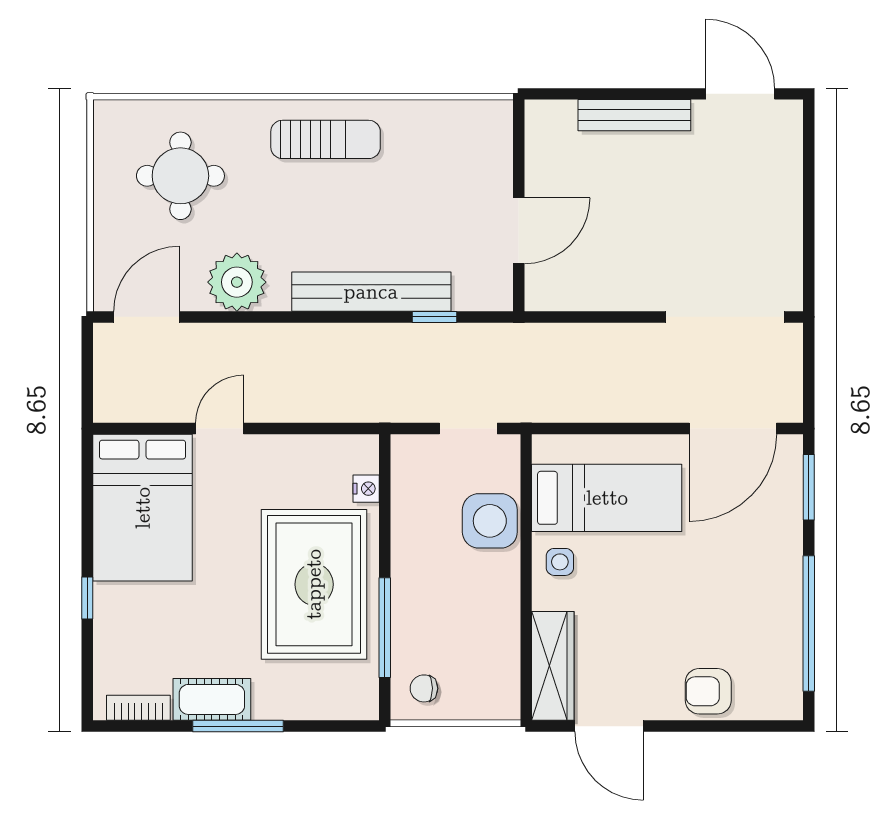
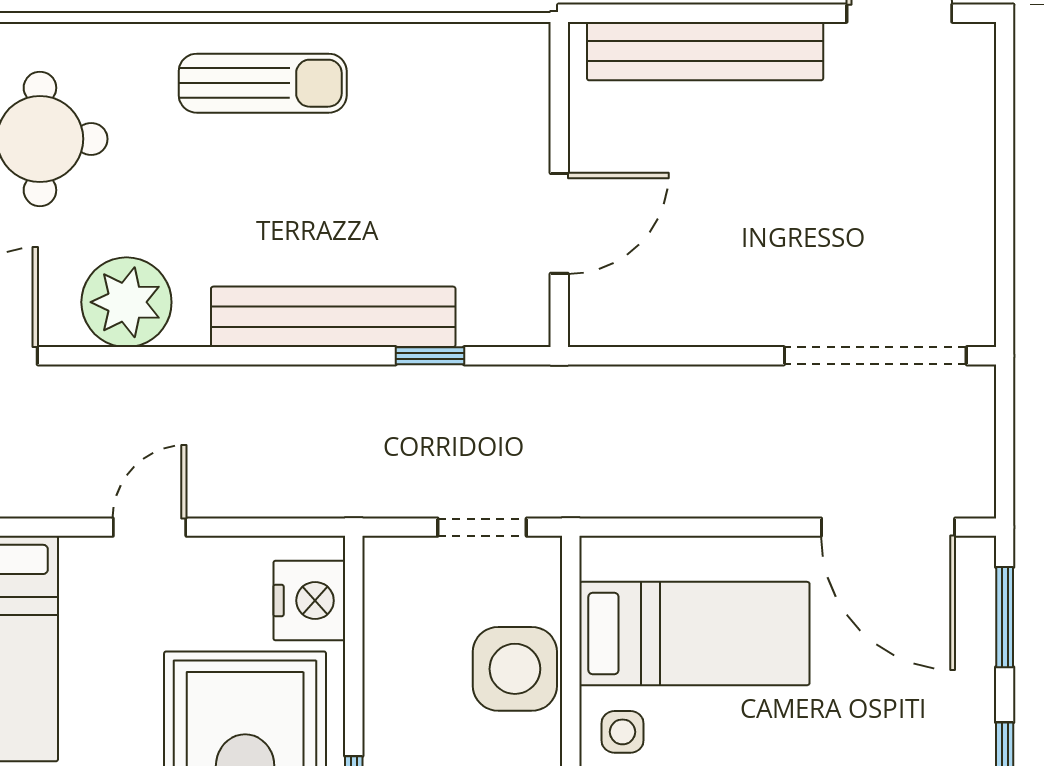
bench: (634, 115) -> (705, 51), width x1.37, depth x1.21
door: (220, 429) -> (150, 527), moved
door: (733, 429) -> (888, 527), hinge flipped
nightstand: (366, 489) -> (309, 601), width x1.89, depth x1.79

